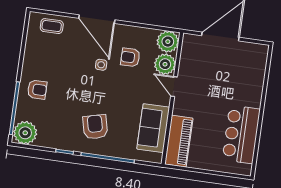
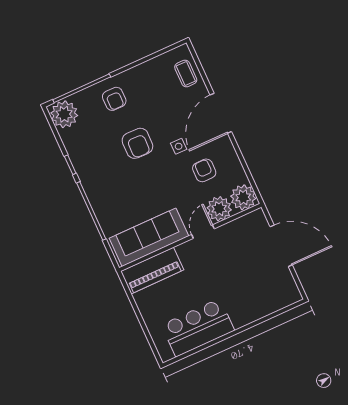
armchair: (95, 127) -> (137, 143), moved, turned 105
sofa: (153, 128) -> (149, 237), width x1.36

